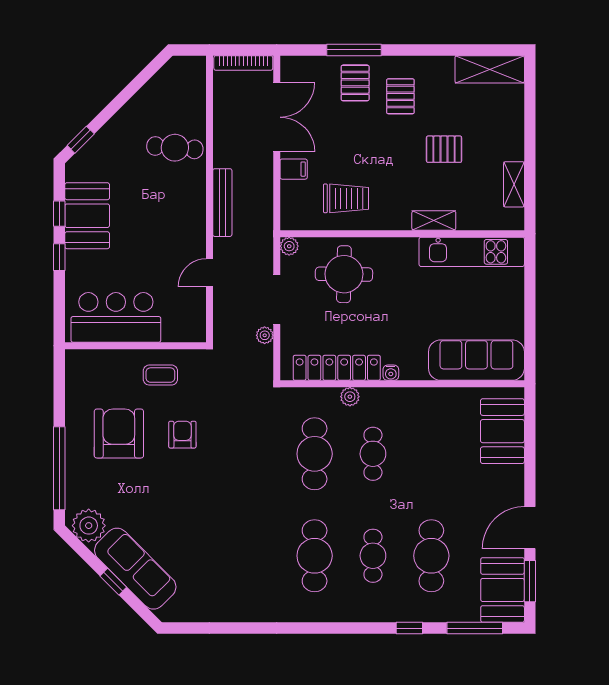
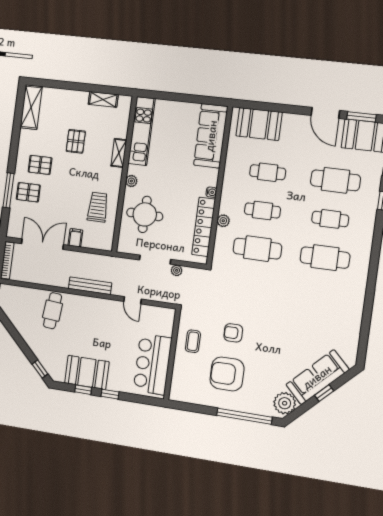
plant: (289, 246) -> (131, 181), moved
cafe table: (431, 454) -> (268, 172), added

